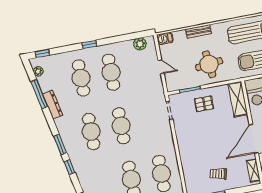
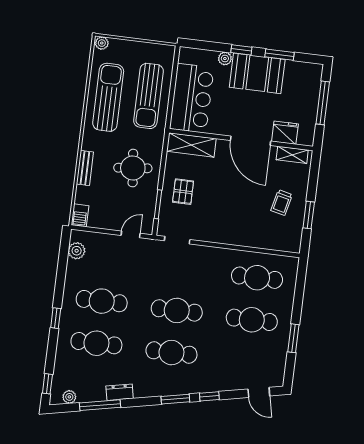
door: (161, 67) -> (131, 234), moved
dresser: (53, 105) -> (120, 392), width x0.70

